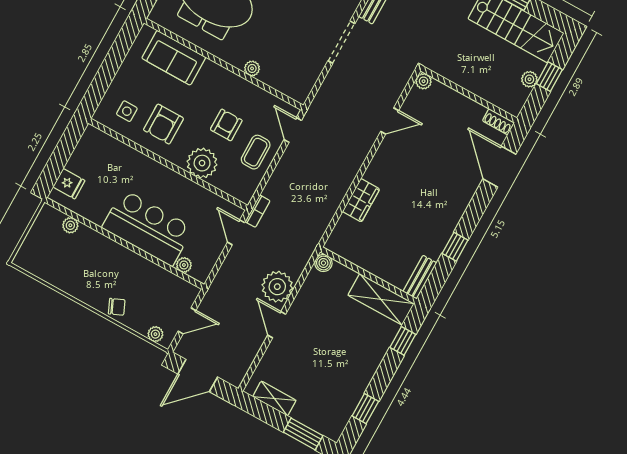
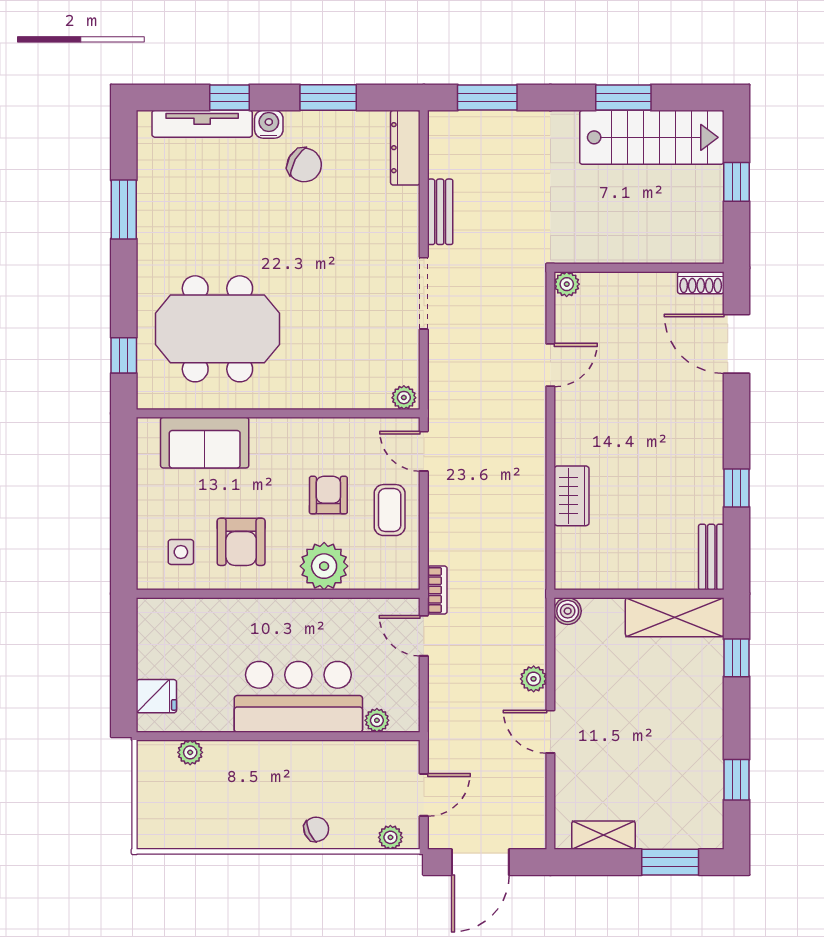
plant: (252, 68) -> (404, 398), moved
plant: (529, 79) -> (711, 201), removed
plant: (277, 287) -> (534, 679), width x0.53, depth x0.53

